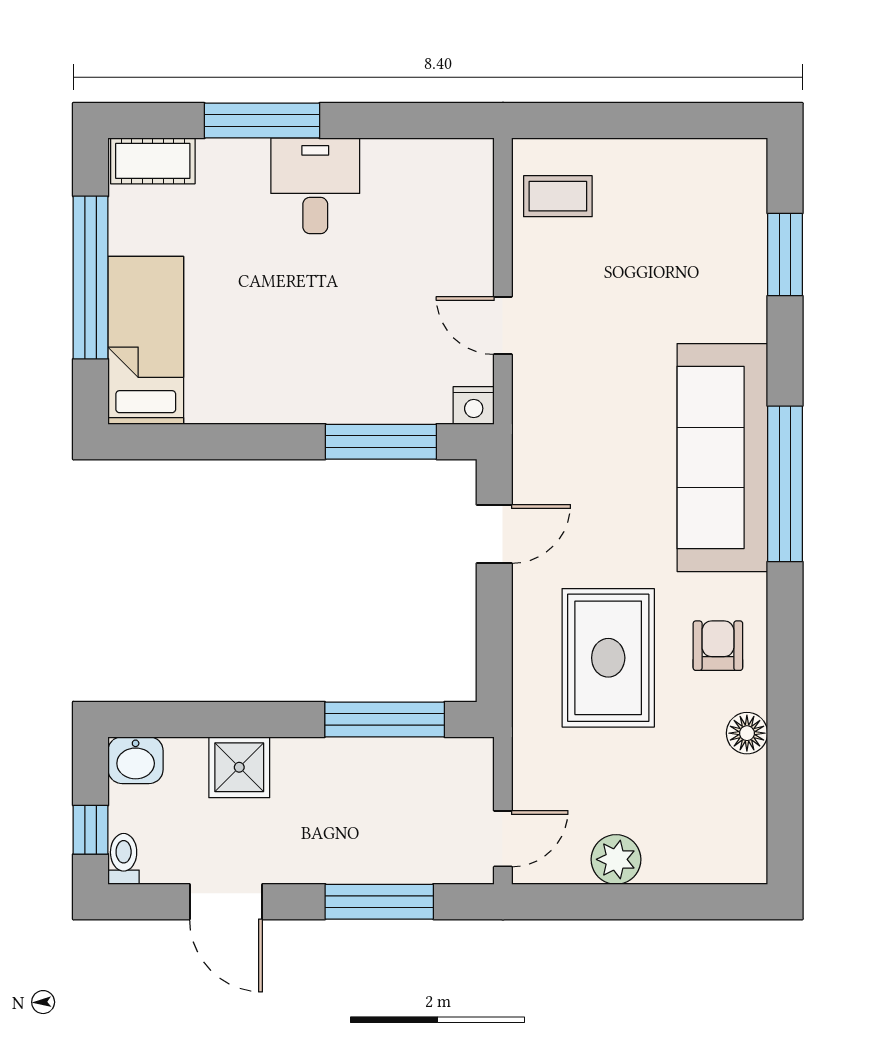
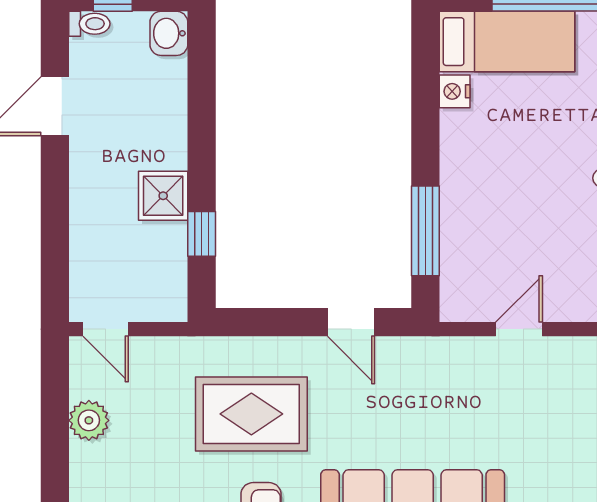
nightstand: (474, 405) -> (455, 91), moved
window: (385, 719) -> (202, 234), width x0.46
shower: (239, 767) -> (163, 196), moved
window: (379, 902) -> (55, 230), removed

